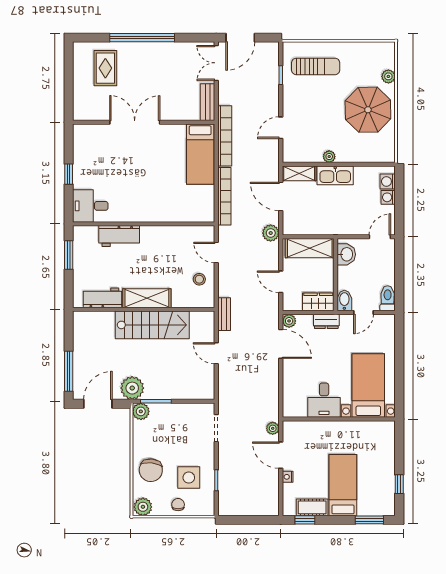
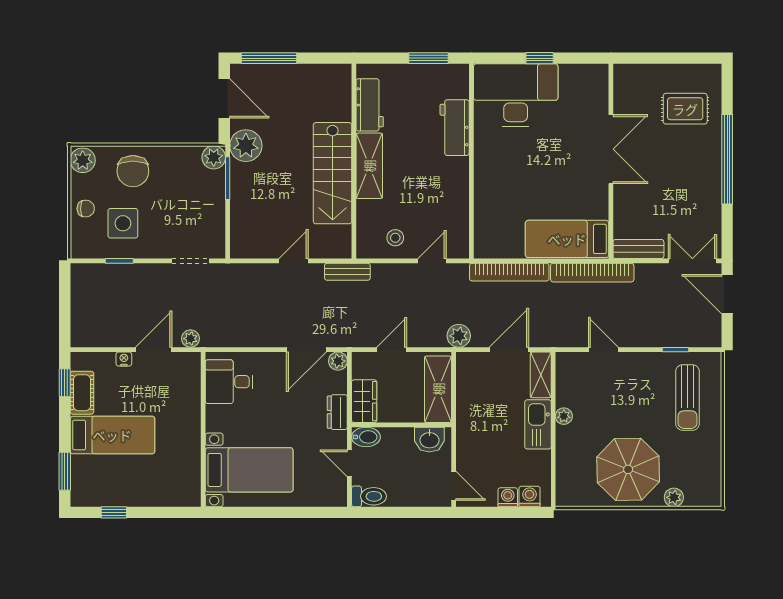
desk: (90, 206) -> (516, 95), width x1.87, depth x1.30
desk: (324, 400) -> (229, 382), moved
chair: (151, 470) -> (133, 171), turned -96

